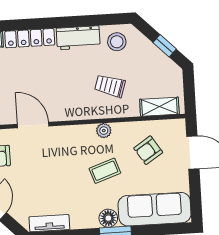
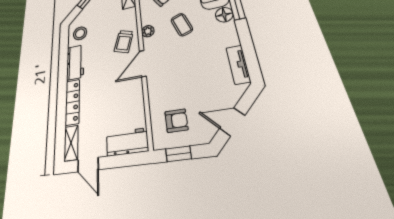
trolley: (110, 86) -> (124, 41), moved
door: (33, 125) -> (143, 63), moved

